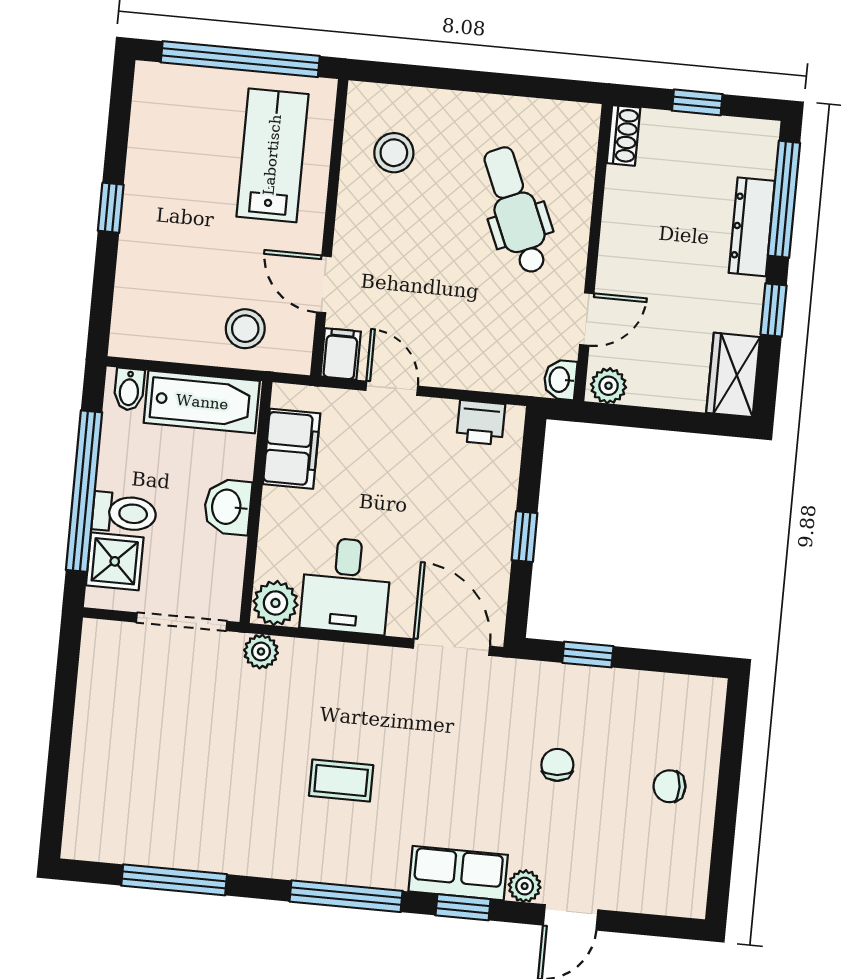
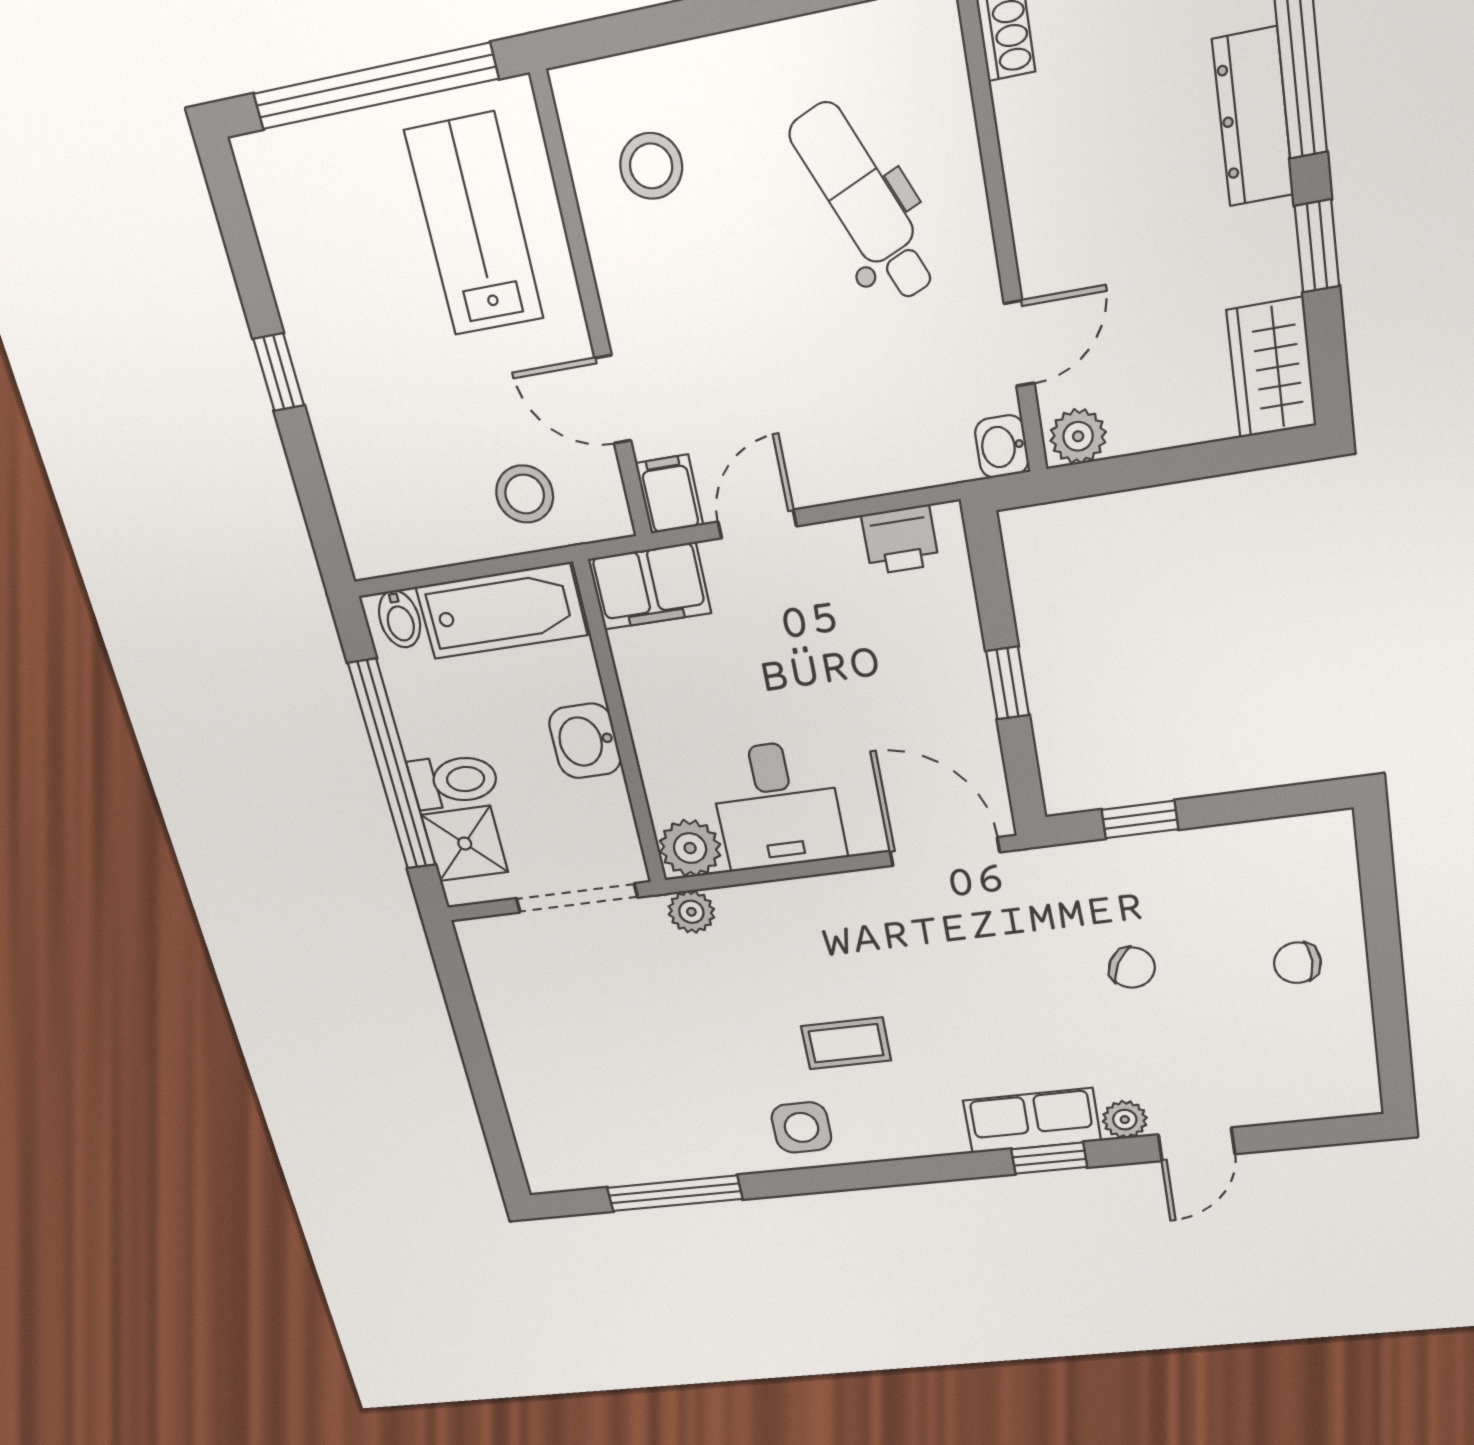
door: (392, 388) -> (757, 524), hinge flipped
filing cabinet: (292, 449) -> (650, 586), moved, turned 90
chair: (557, 765) -> (1132, 968), turned 122
side table: (288, 843) -> (801, 1127), added
window: (346, 896) -> (894, 1173), removed

